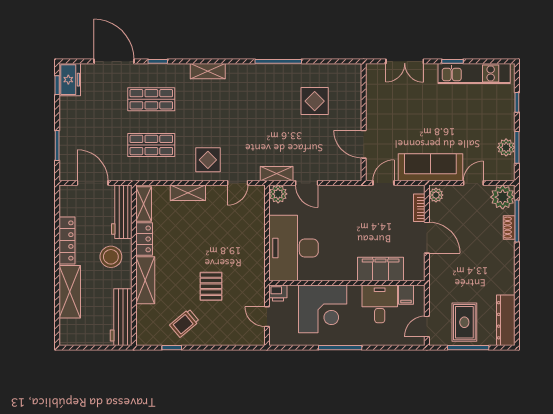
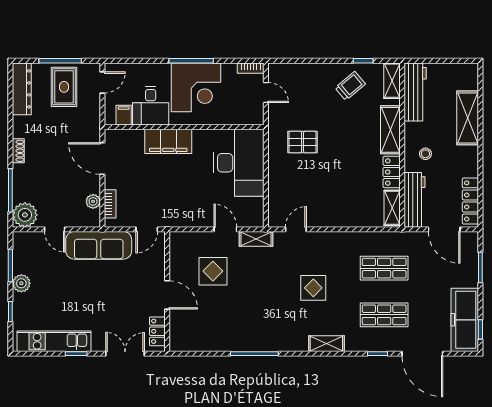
freezer: (70, 80) -> (465, 320), width x1.91, depth x1.26
locker: (373, 83) -> (157, 331), added
display table: (315, 101) -> (213, 271), moved
door: (364, 144) -> (167, 295), moved
plant: (506, 147) -> (21, 283), moved
display table: (208, 160) -> (313, 288), moved
door: (473, 183) -> (55, 229), hinge flipped
shelving: (188, 193) -> (392, 81), moved, turned 90
plant: (278, 194) -> (255, 218), removed
plant: (436, 195) -> (93, 201), moved
shoe rack: (509, 228) -> (18, 151), moved
door: (427, 238) -> (102, 159), moved
locker: (67, 241) -> (470, 201), moved
stool: (111, 257) -> (425, 154), width x0.53, depth x0.53
filing cabinet: (381, 269) -> (168, 141), moved
pallet: (211, 286) -> (303, 142), moved, turned 90
printer: (278, 293) -> (255, 117), removed
corner desk: (323, 309) -> (196, 87), moved, turned 180
bookcase: (282, 341) -> (251, 68), added

